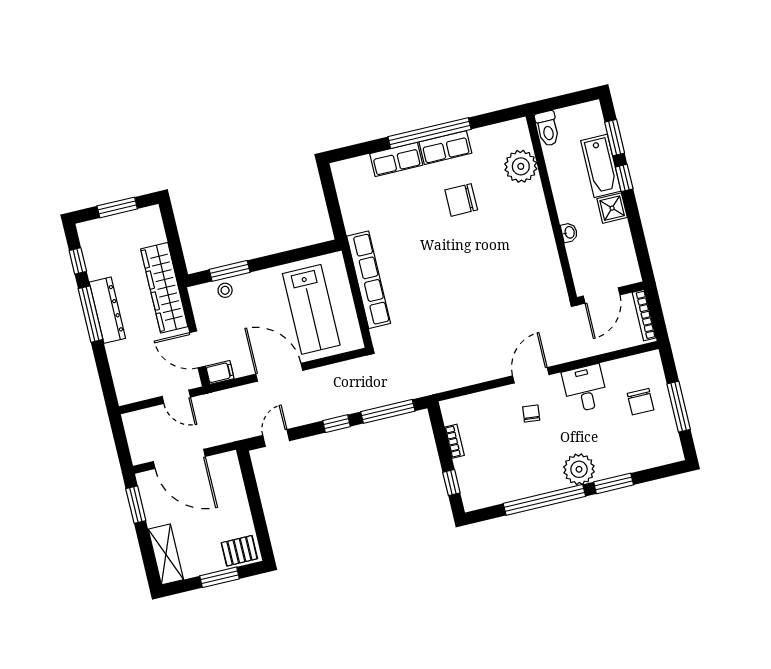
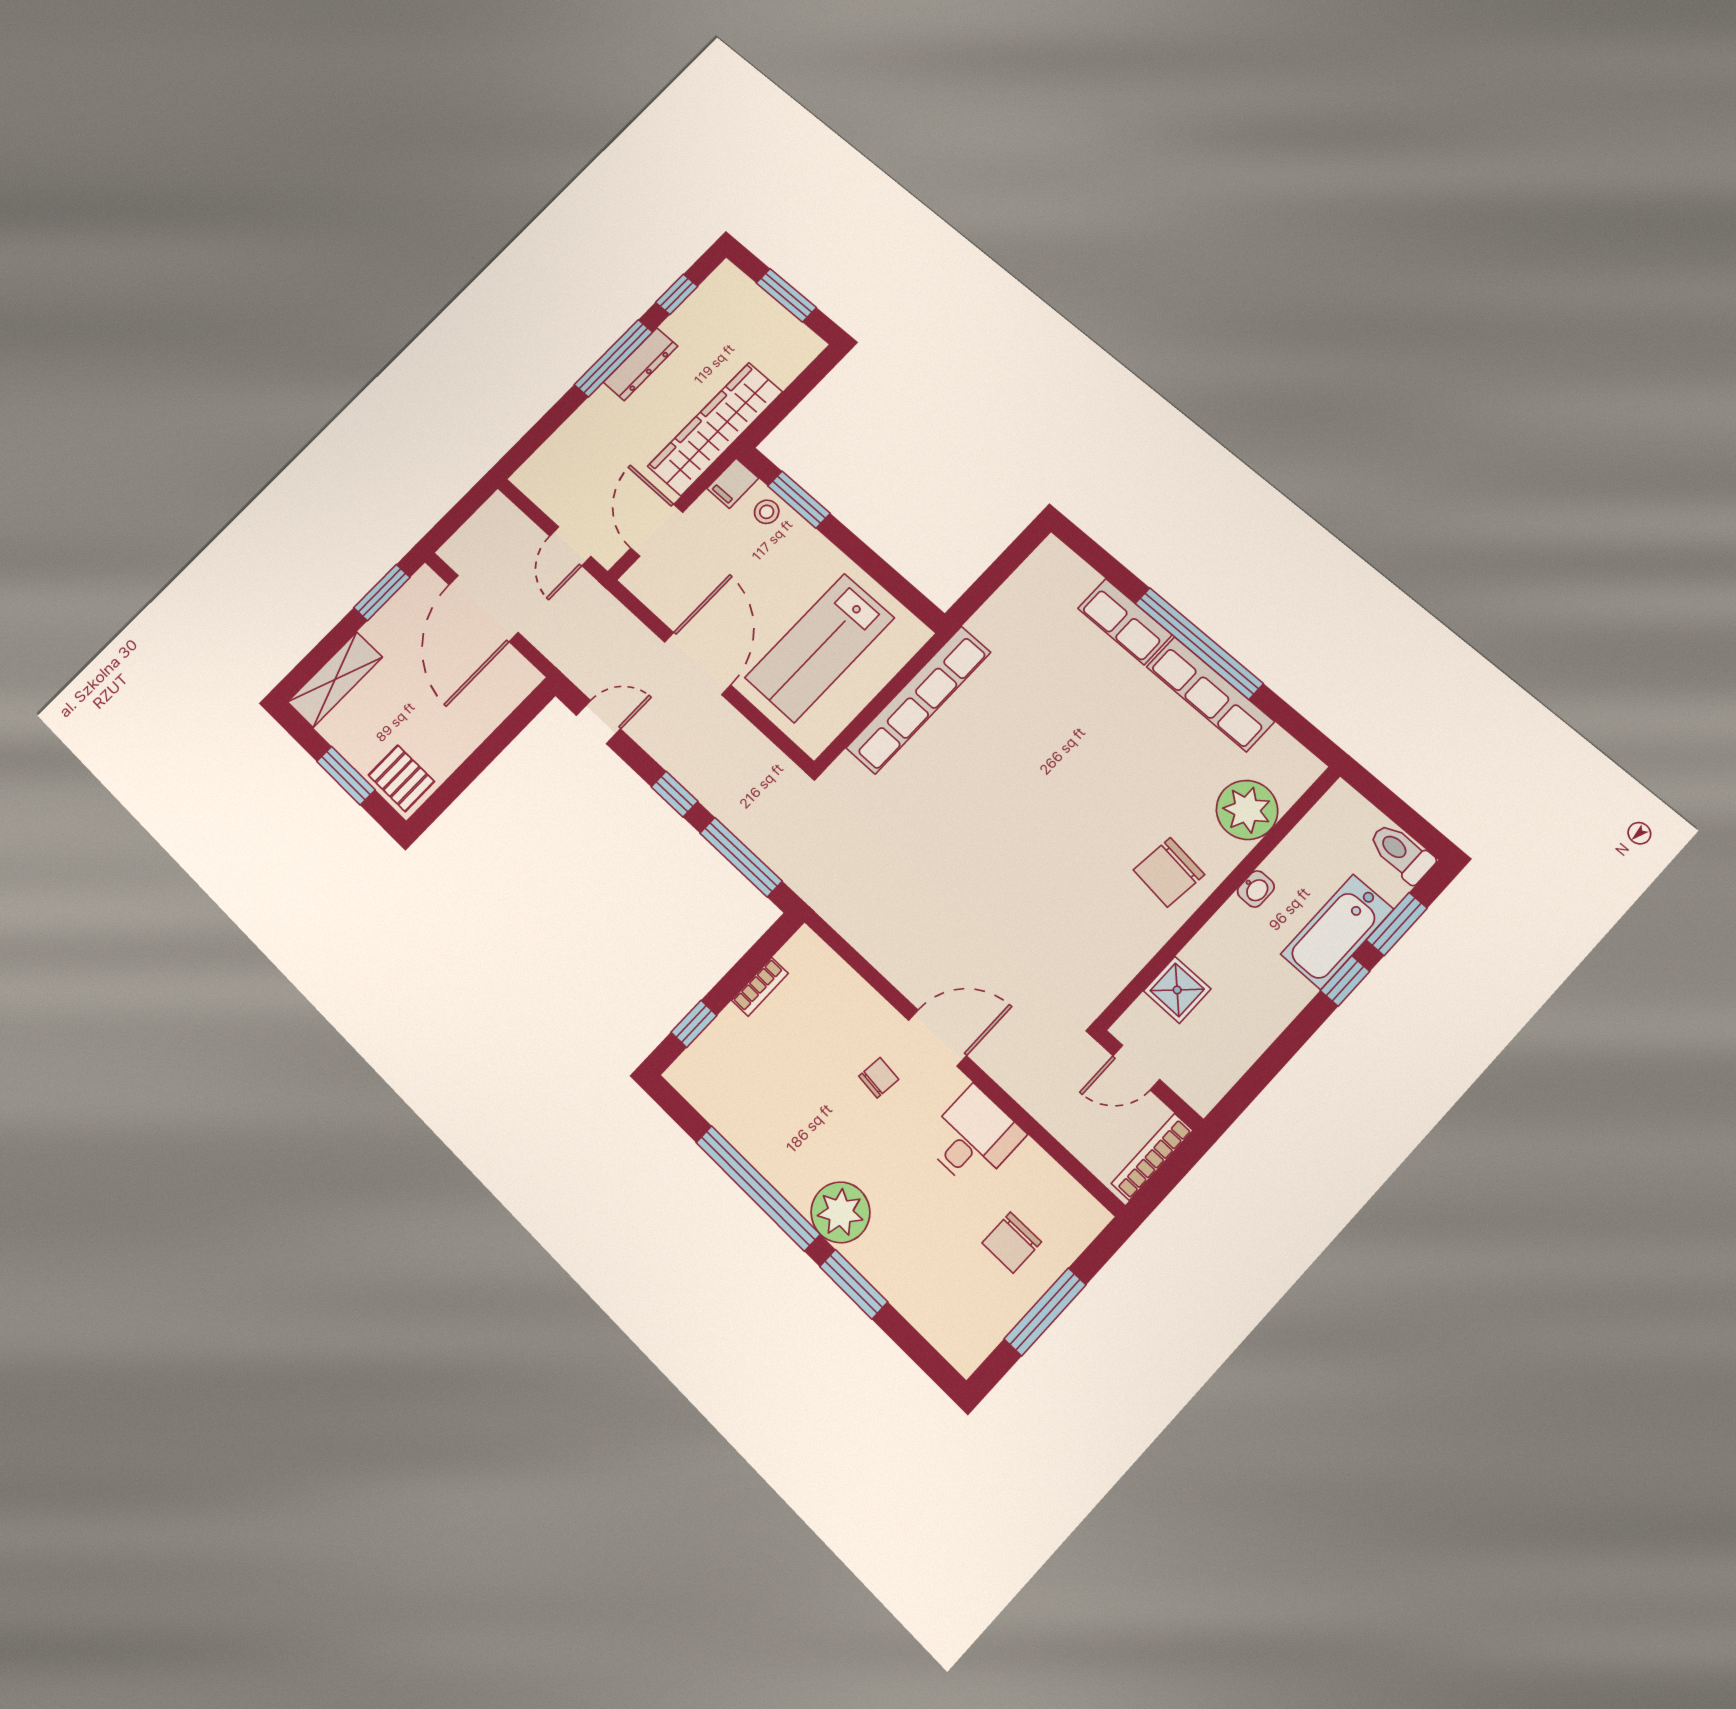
toilet: (547, 128) -> (1401, 853), moved, turned 90
row of seats: (445, 148) -> (1210, 694), width x1.48
chair: (461, 200) -> (1169, 872), moved, turned -84
shower: (612, 208) -> (1177, 990), moved
washbasin: (569, 232) -> (1256, 889), moved
door: (602, 295) -> (1136, 1067), width x0.73
dresser: (107, 310) -> (641, 364), width x0.73, depth x0.80
filing cabinet: (220, 372) -> (733, 483), moved, turned 90

